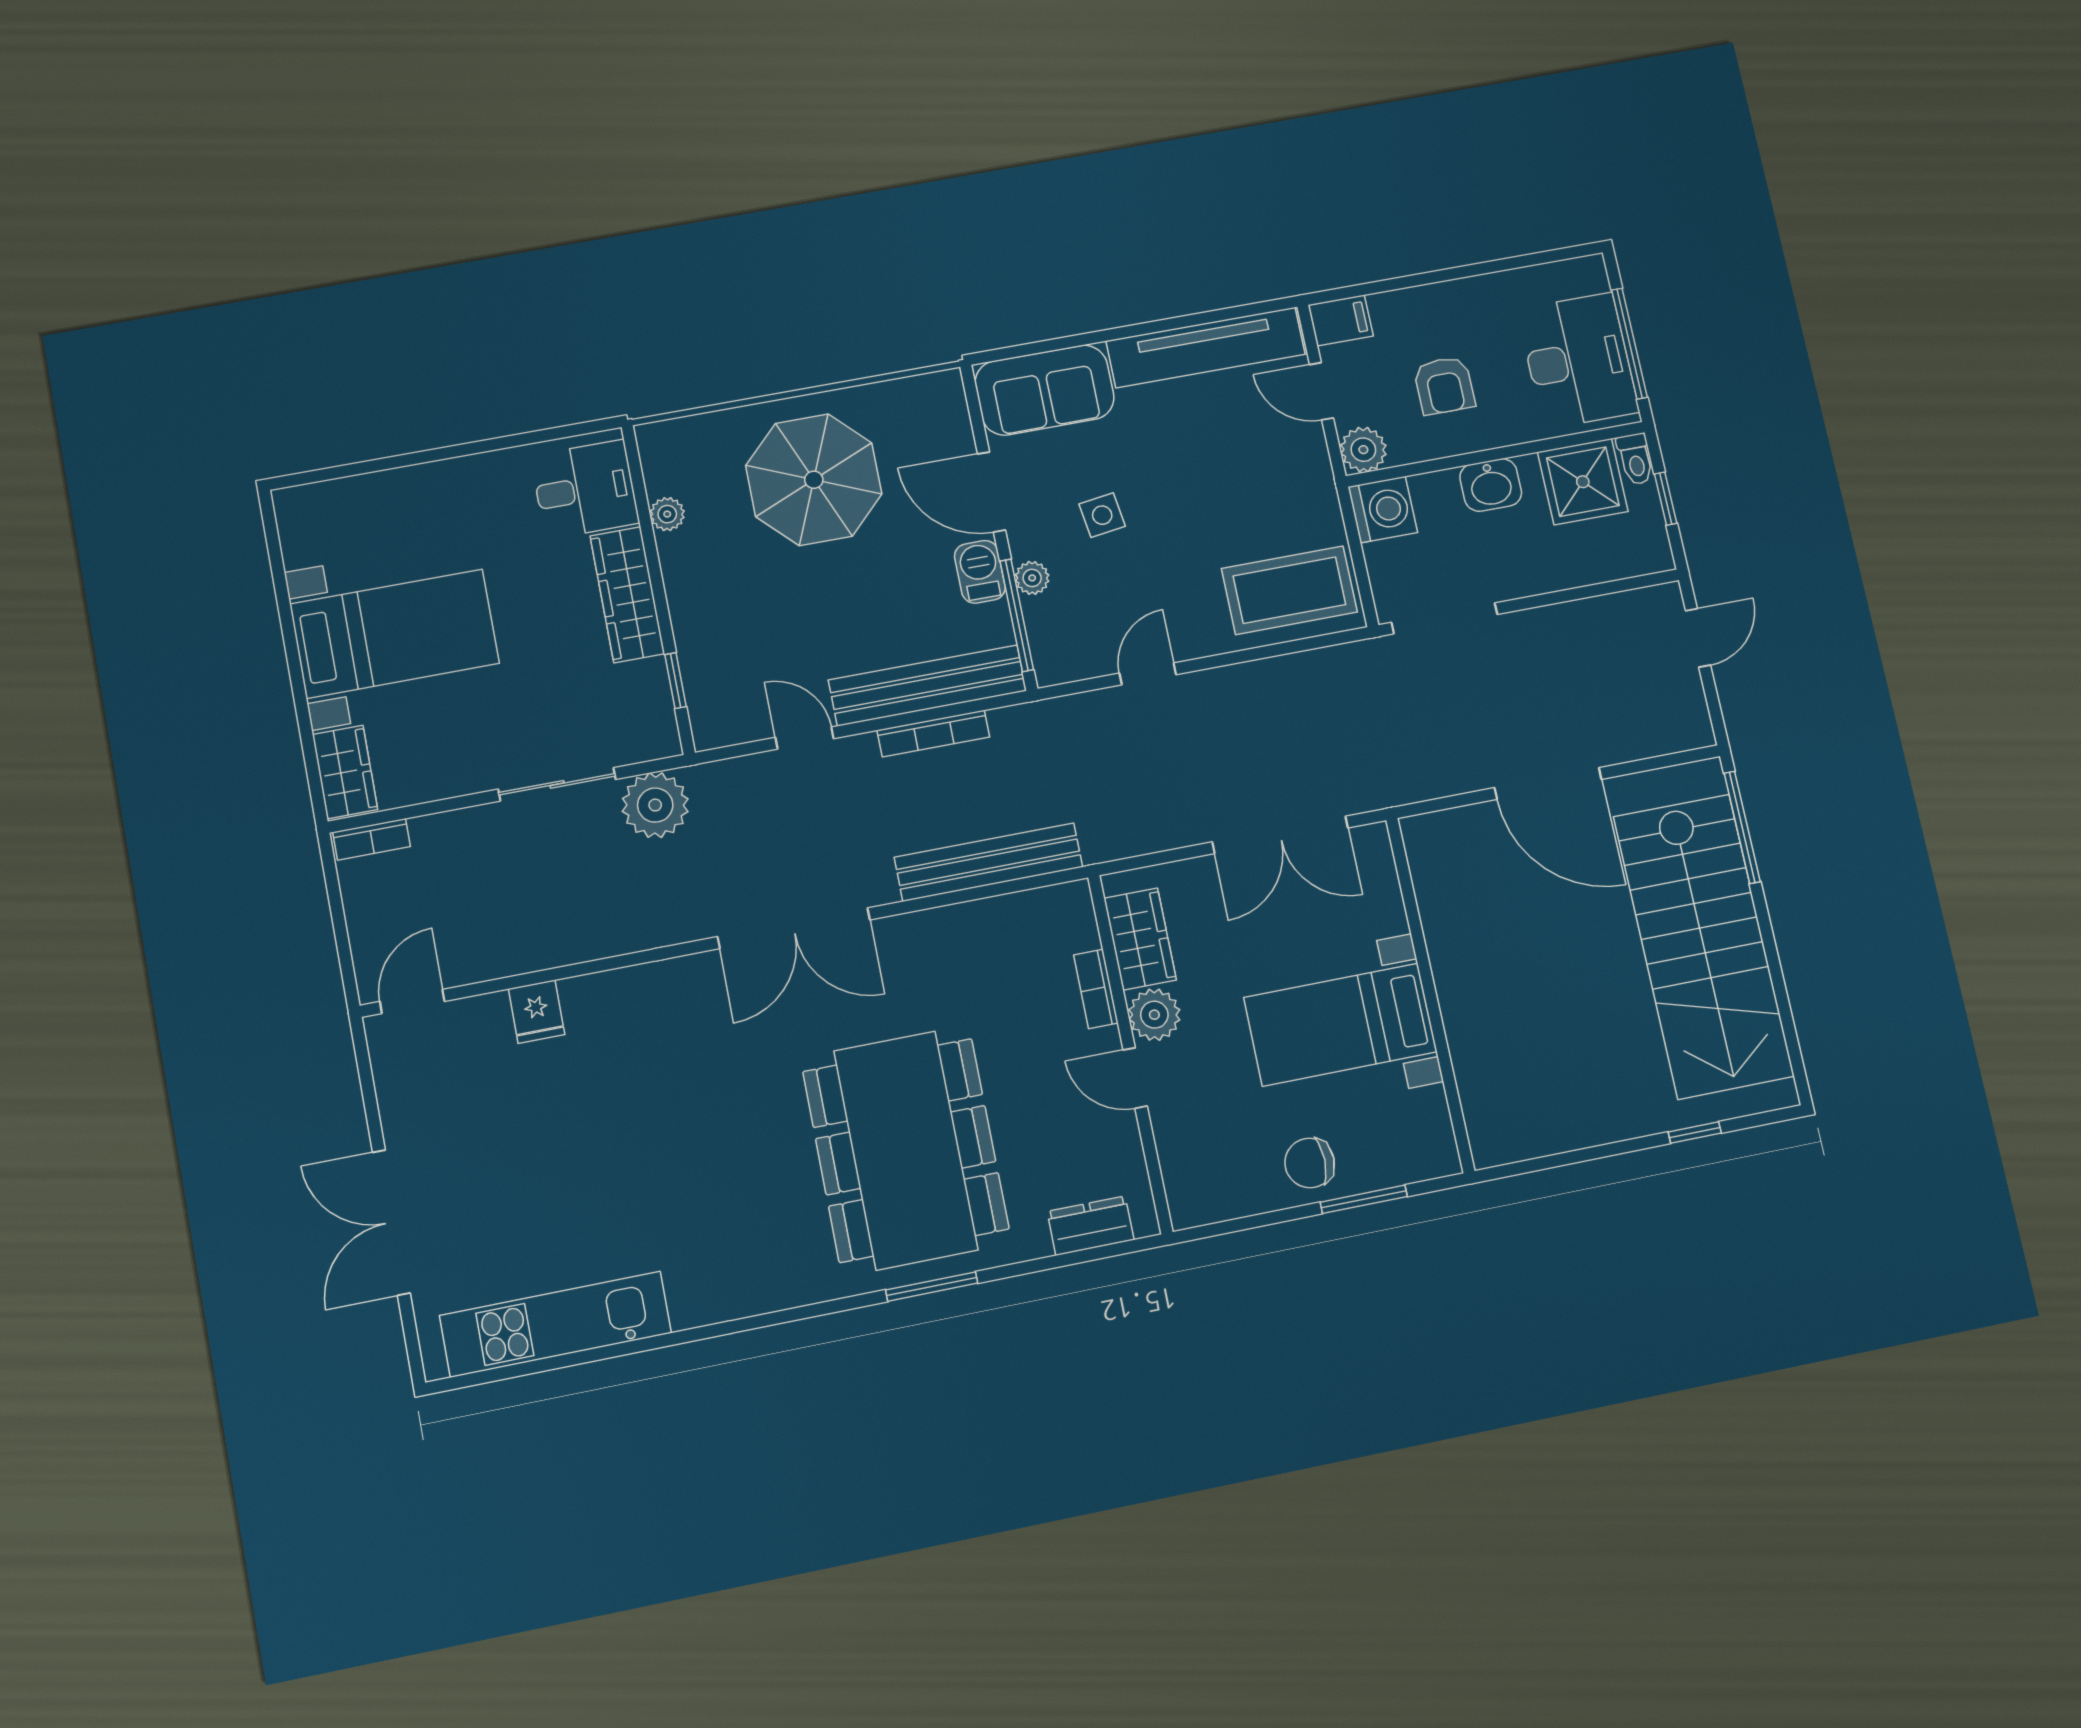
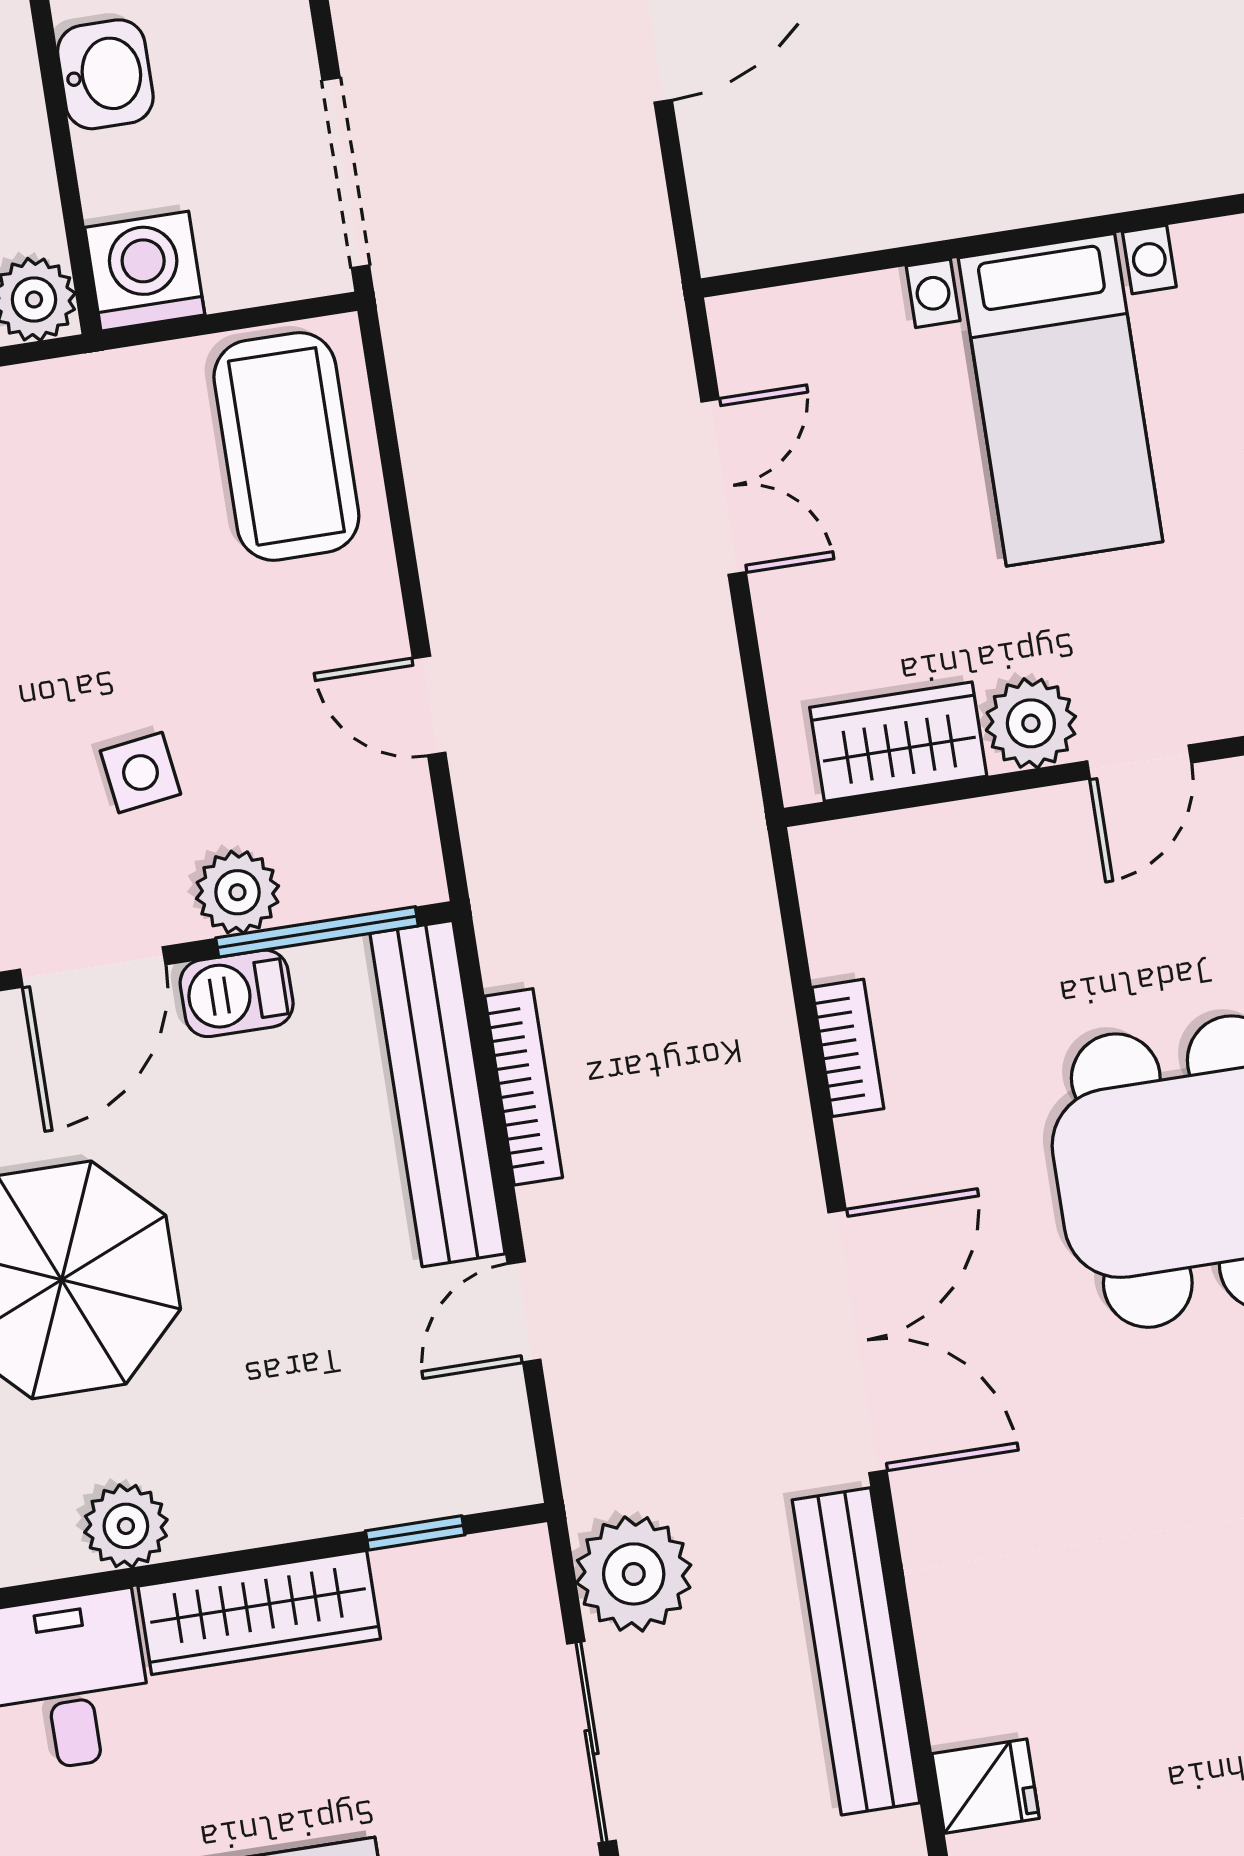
plant: (667, 514) -> (126, 1526), width x1.38, depth x1.38
plant: (1032, 578) -> (237, 892), width x1.38, depth x1.38
double door: (1280, 835) -> (724, 487), width x0.73
bench: (989, 862) -> (856, 1651), moved
bookcase: (1096, 989) -> (848, 1048), moved, turned -90

